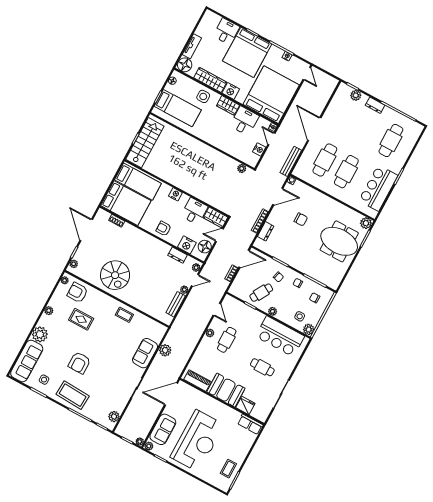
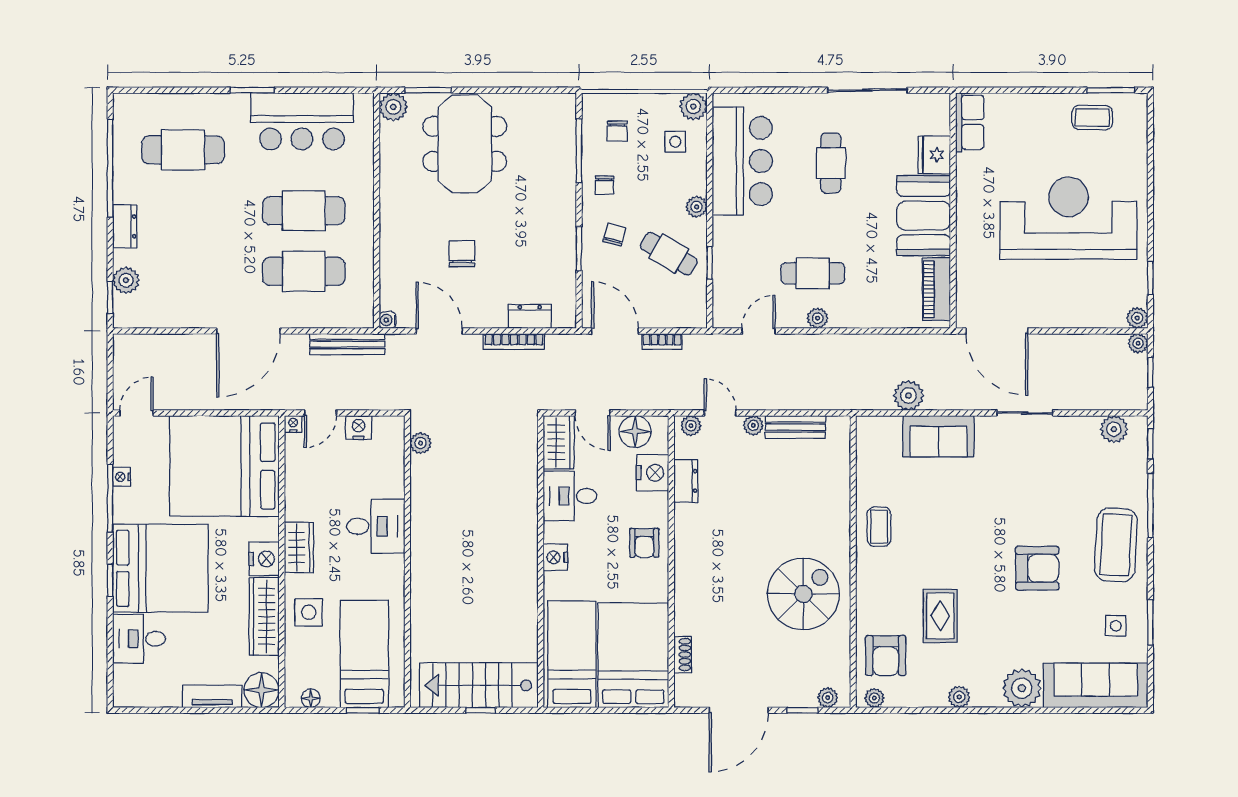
desk: (244, 121) -> (376, 526), moved, turned 180
sofa: (163, 429) -> (1084, 307), removed

